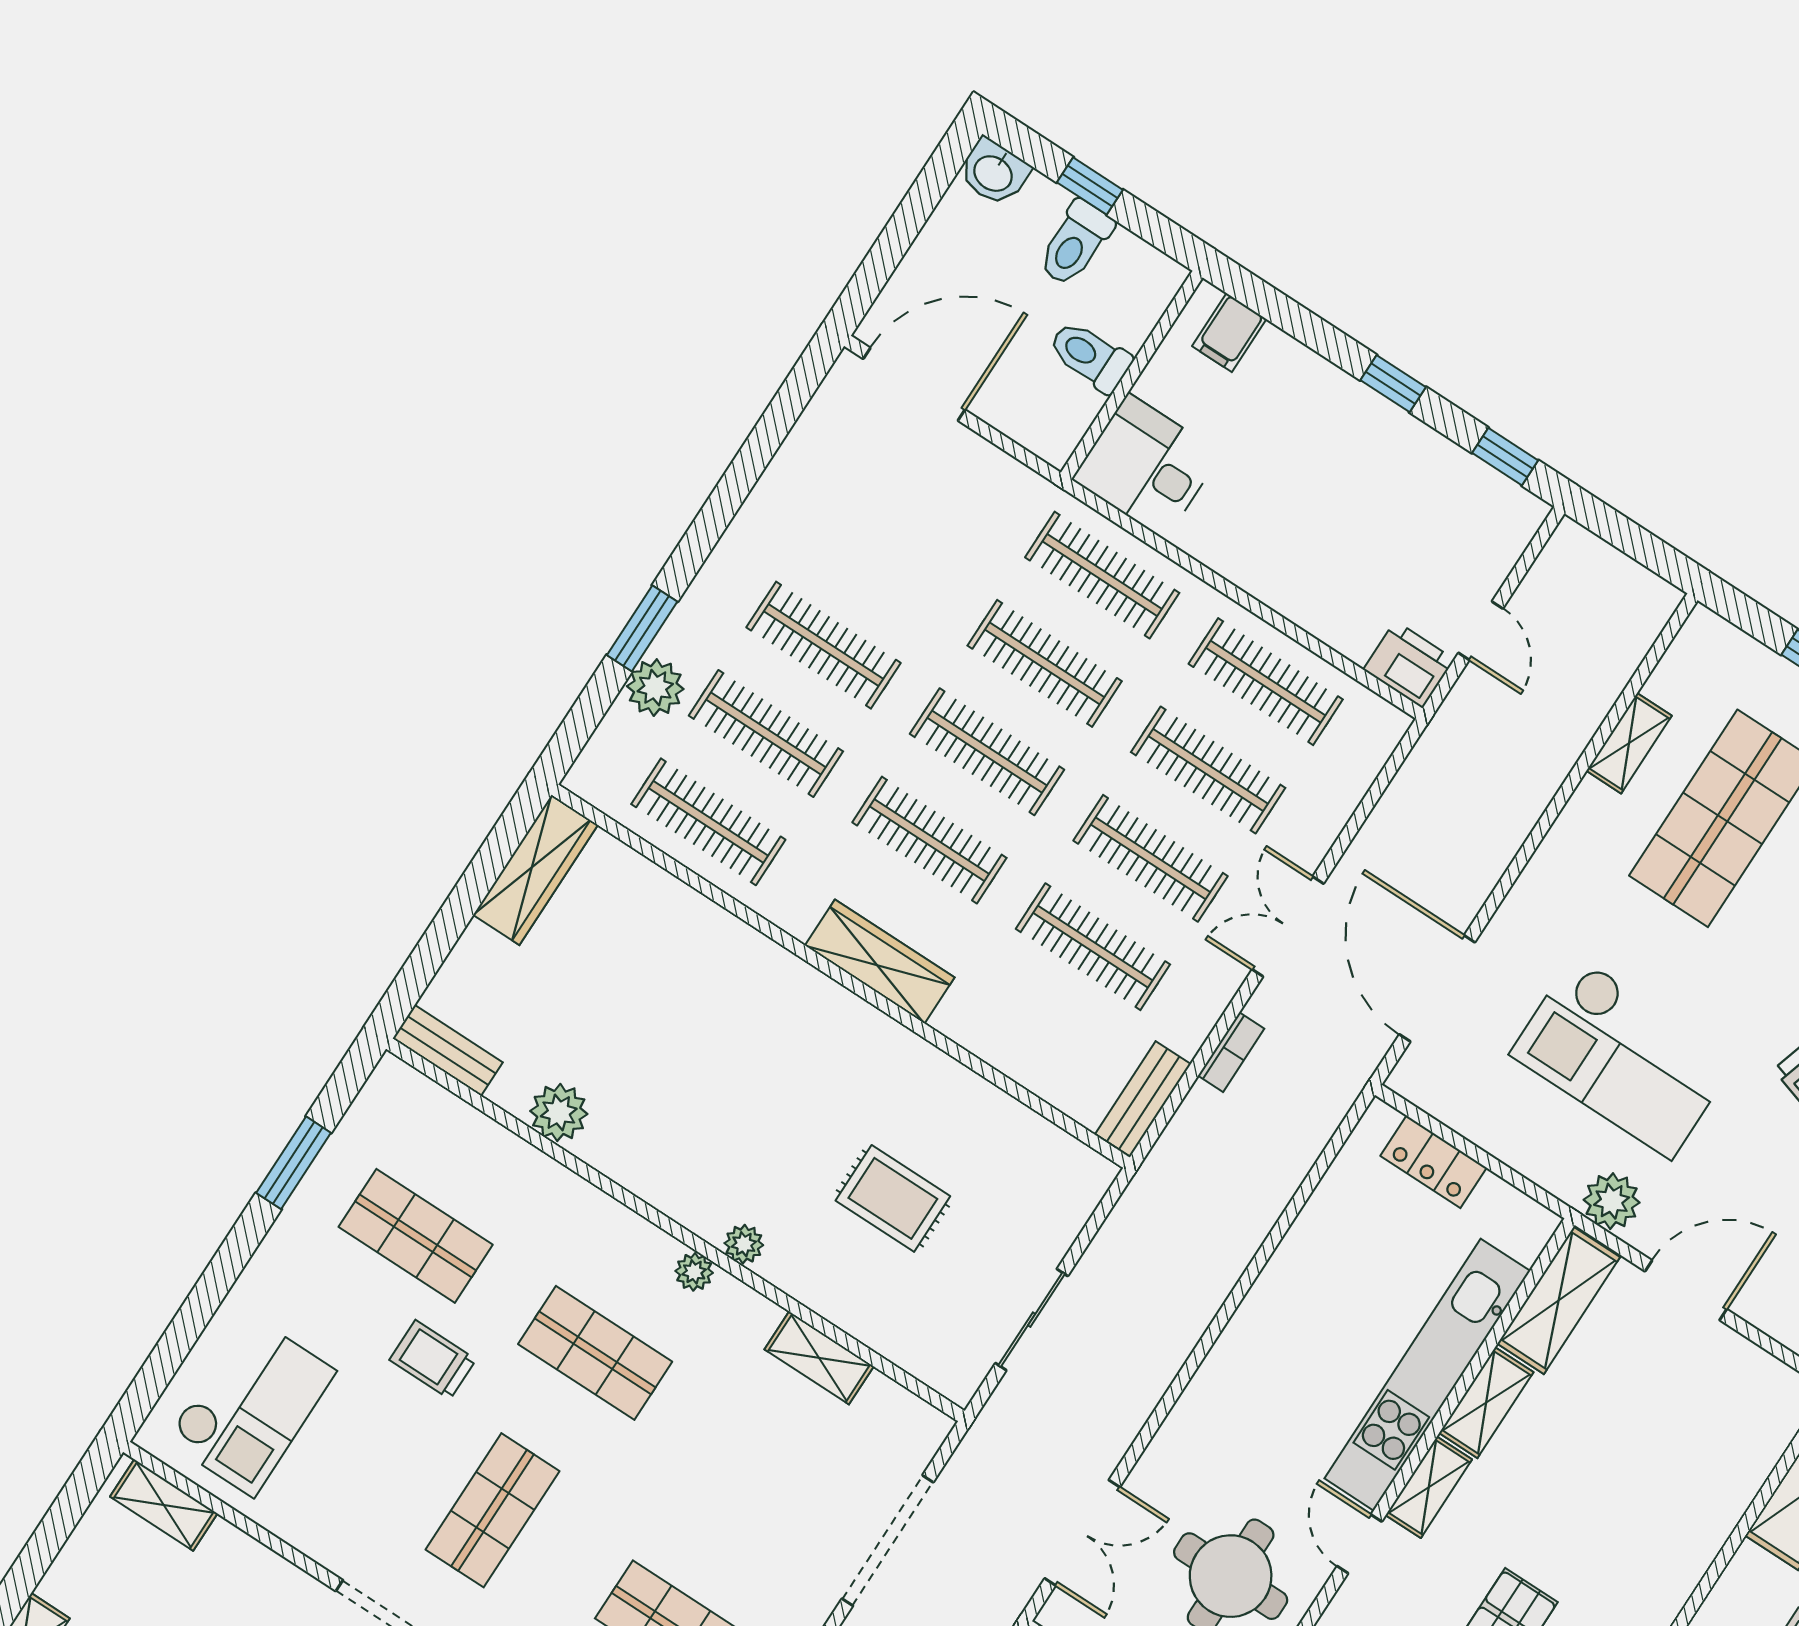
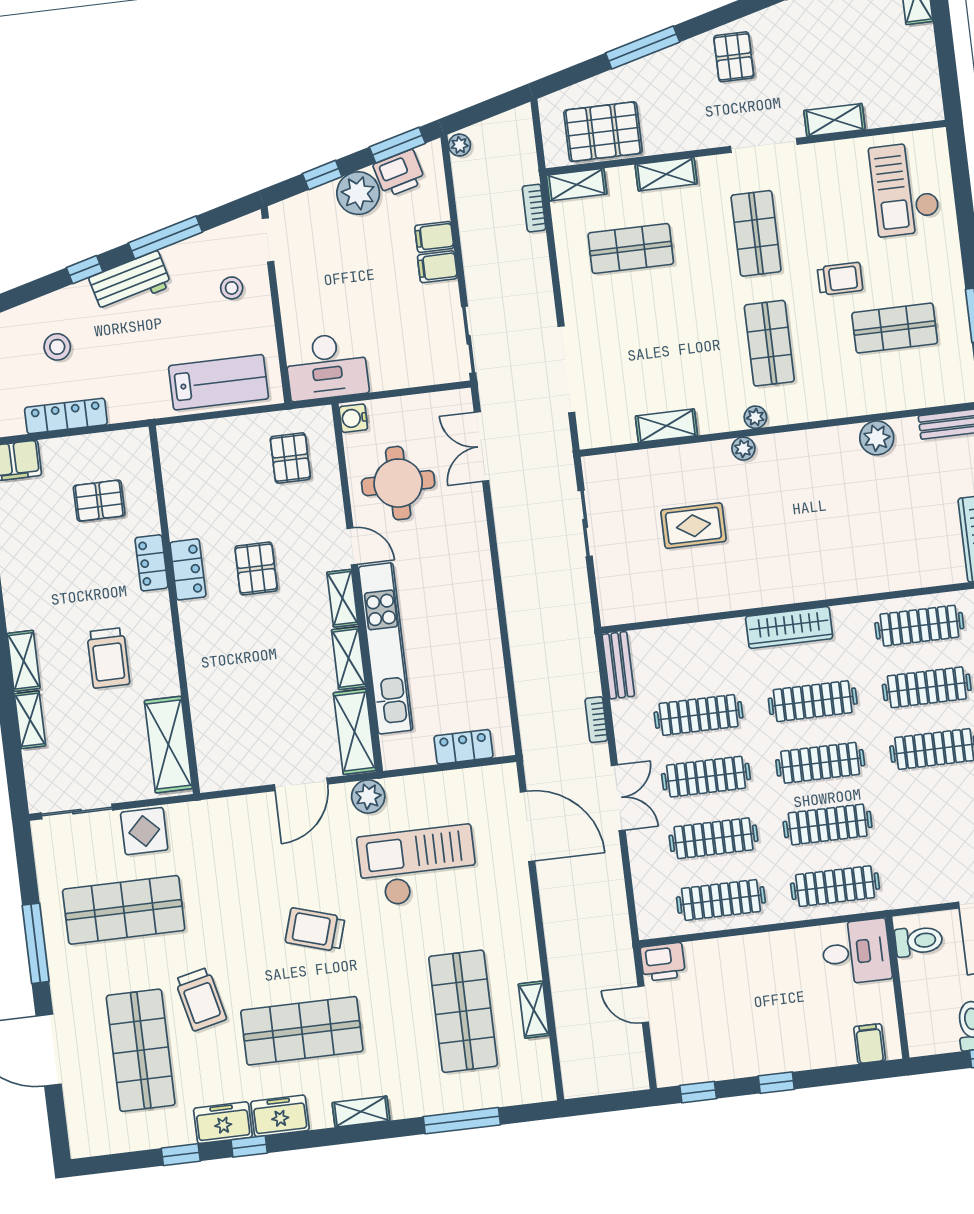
toilet: (1090, 356) -> (919, 941), moved
shop shelf: (595, 1353) -> (769, 343), turned 90
shelving: (164, 1505) -> (835, 120), moved

